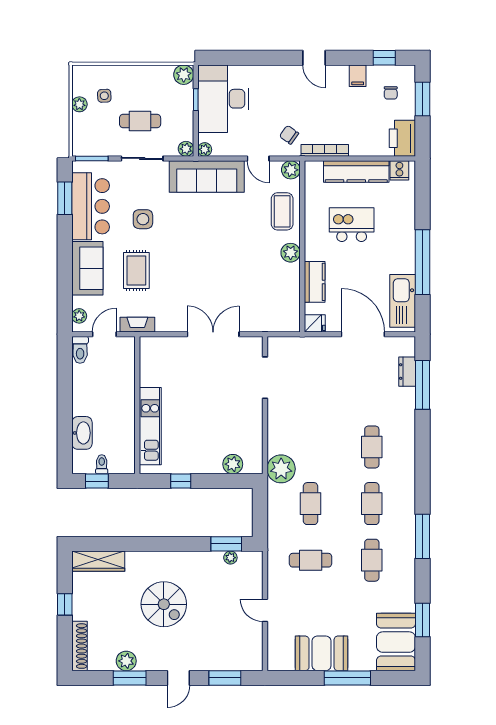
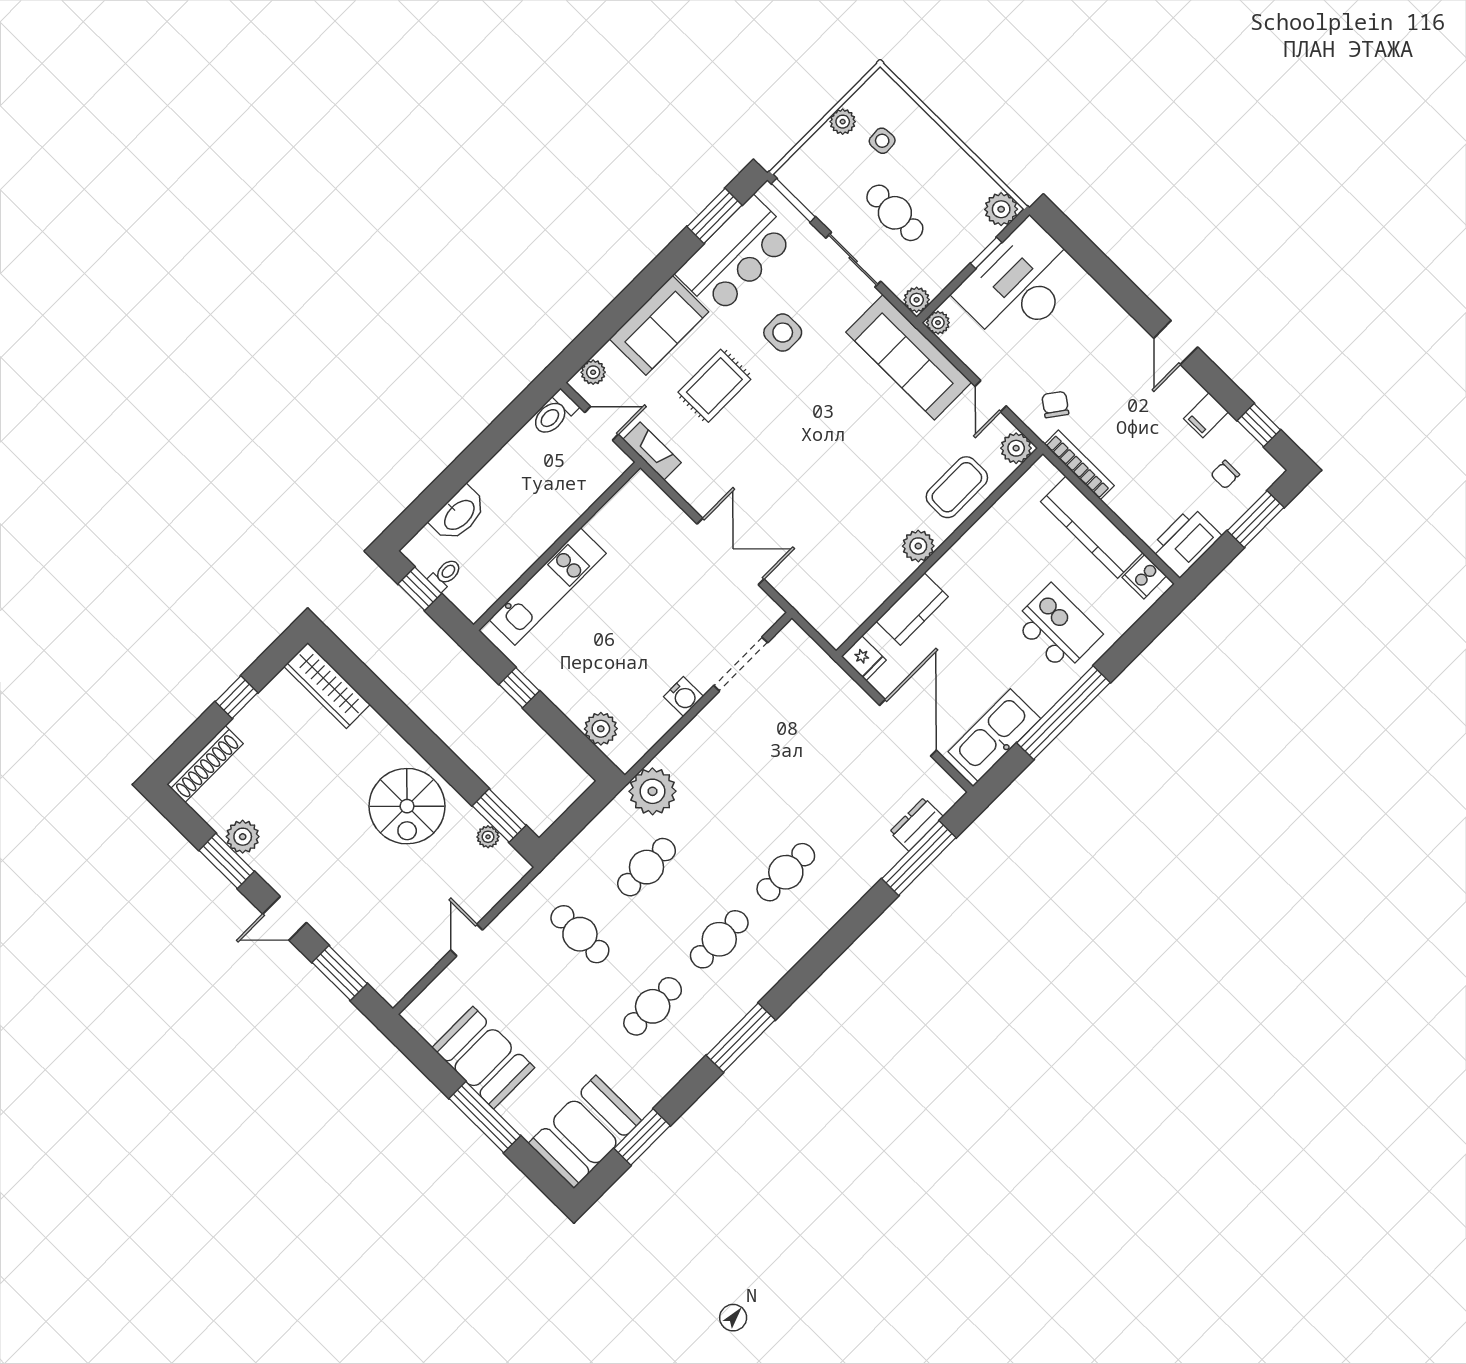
kitchen island: (352, 225) -> (1057, 628), moved
water cooler: (254, 416) -> (684, 696), added
spiral stairs: (164, 604) -> (407, 806), moved

